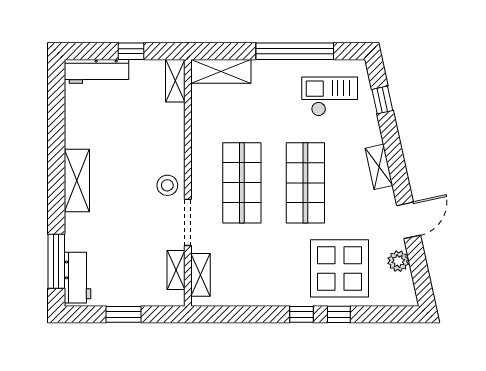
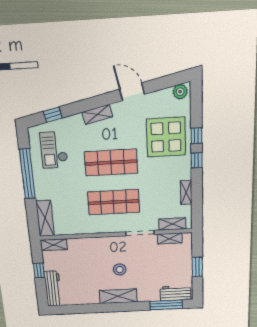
stool: (167, 185) -> (120, 270), moved
plant: (398, 261) -> (180, 92), moved
shelving: (252, 298) -> (186, 192), added

